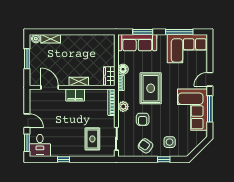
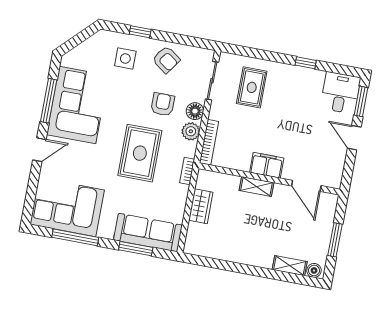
floor lamp: (123, 69) -> (195, 111), moved
wardrobe: (109, 76) -> (201, 206), moved

